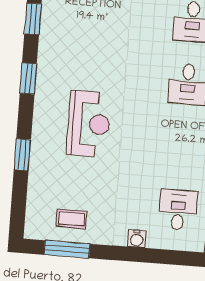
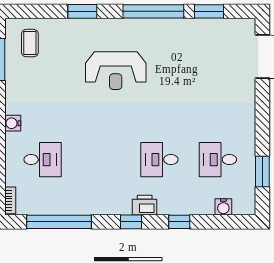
window: (28, 78) -> (153, 11), width x2.11
coffee table: (72, 219) -> (30, 43), moved

